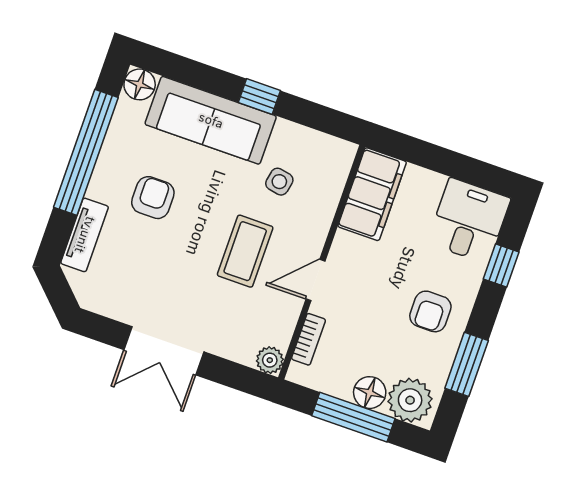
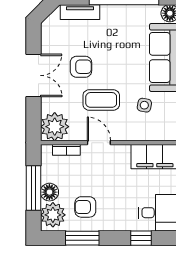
armchair: (153, 198) -> (81, 67), moved
armchair: (430, 311) -> (85, 207), moved
double door: (164, 351) -> (33, 75), swing flipped
plant: (270, 360) -> (55, 127), width x1.87, depth x1.87

